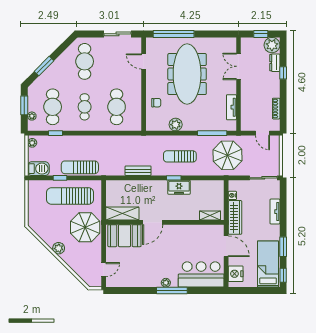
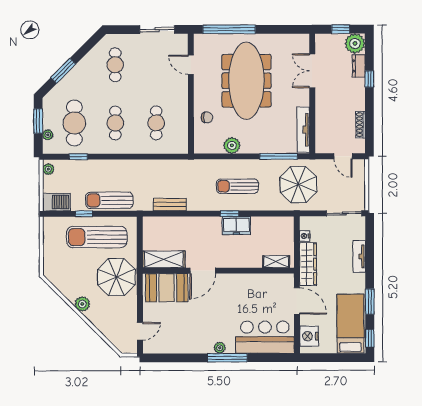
cafe table: (85, 61) -> (115, 65), width x0.73, depth x0.74
cafe table: (117, 107) -> (156, 123), width x0.73, depth x0.74
tv unit: (231, 107) -> (303, 130), width x1.41
bench: (138, 171) -> (170, 205), moved

